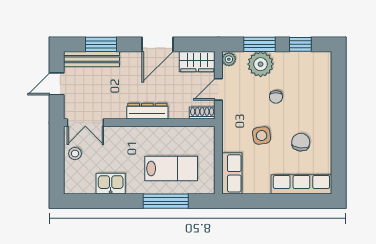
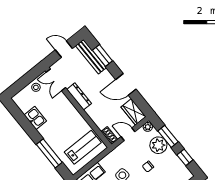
dresser: (147, 111) -> (79, 96), moved
lab bench: (171, 169) -> (83, 147), moved, turned -90

